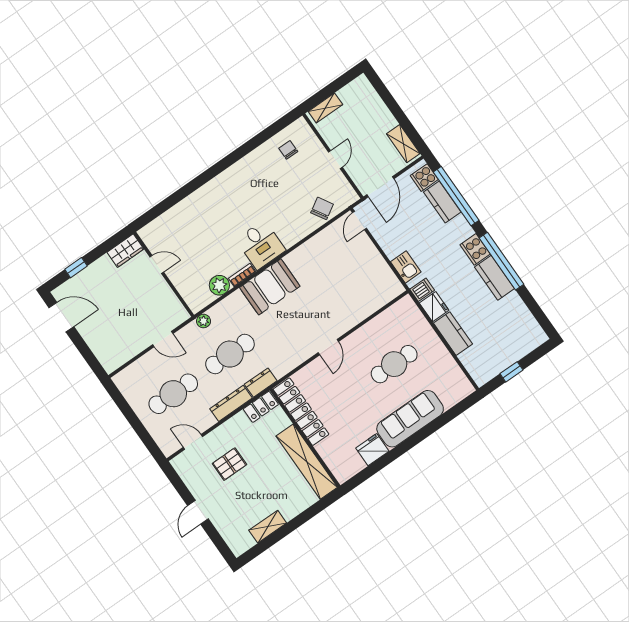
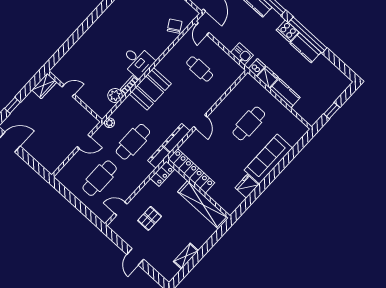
cafe table: (343, 275) -> (200, 69), added
dresser: (231, 403) -> (176, 138), moved

